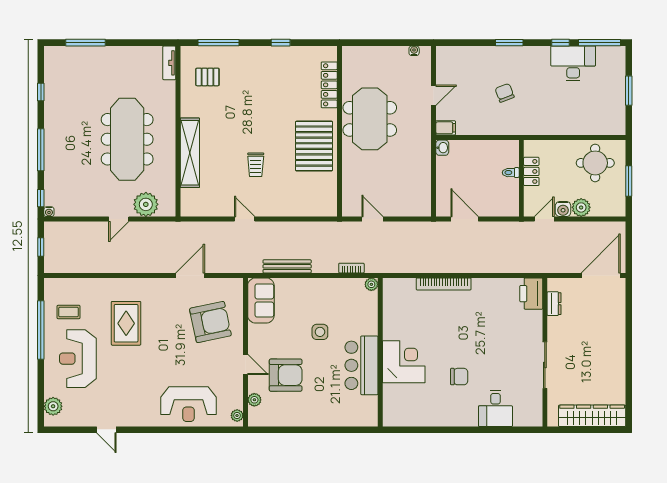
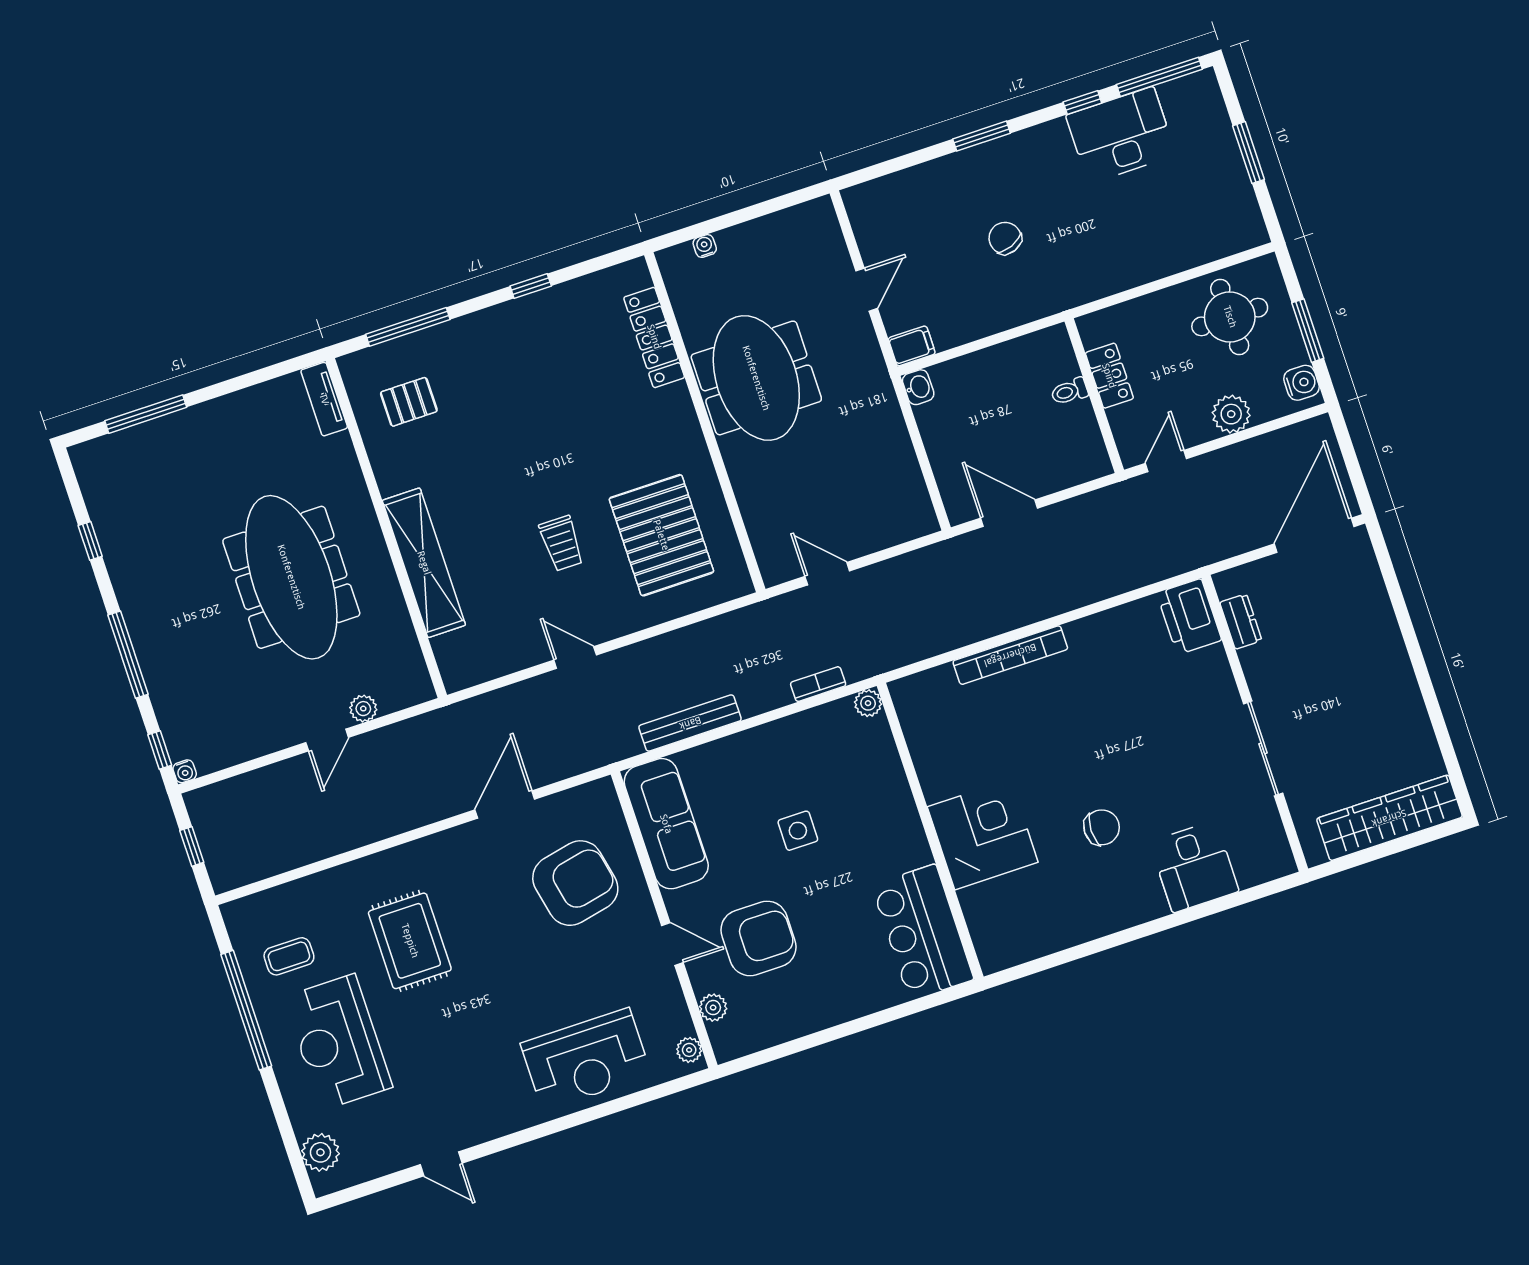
water cooler: (414, 51) -> (705, 246), moved
pallet: (314, 146) -> (661, 535), moved
plant: (146, 204) -> (363, 709), width x0.53, depth x0.53
water cooler: (563, 209) -> (1302, 383), moved, turned -90
sofa: (261, 300) -> (666, 824), width x1.36
bar counter: (362, 365) -> (923, 932), moved

